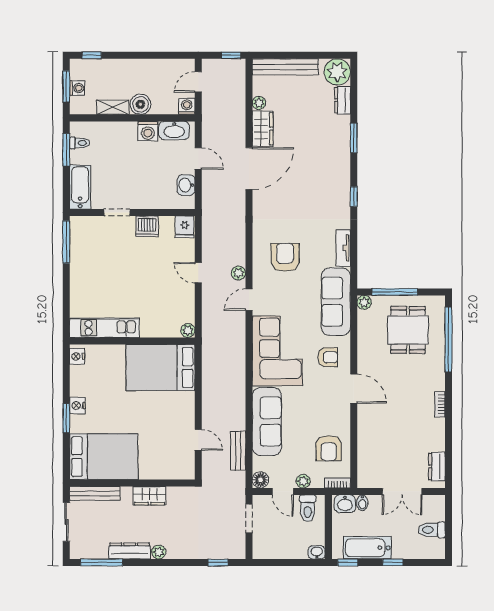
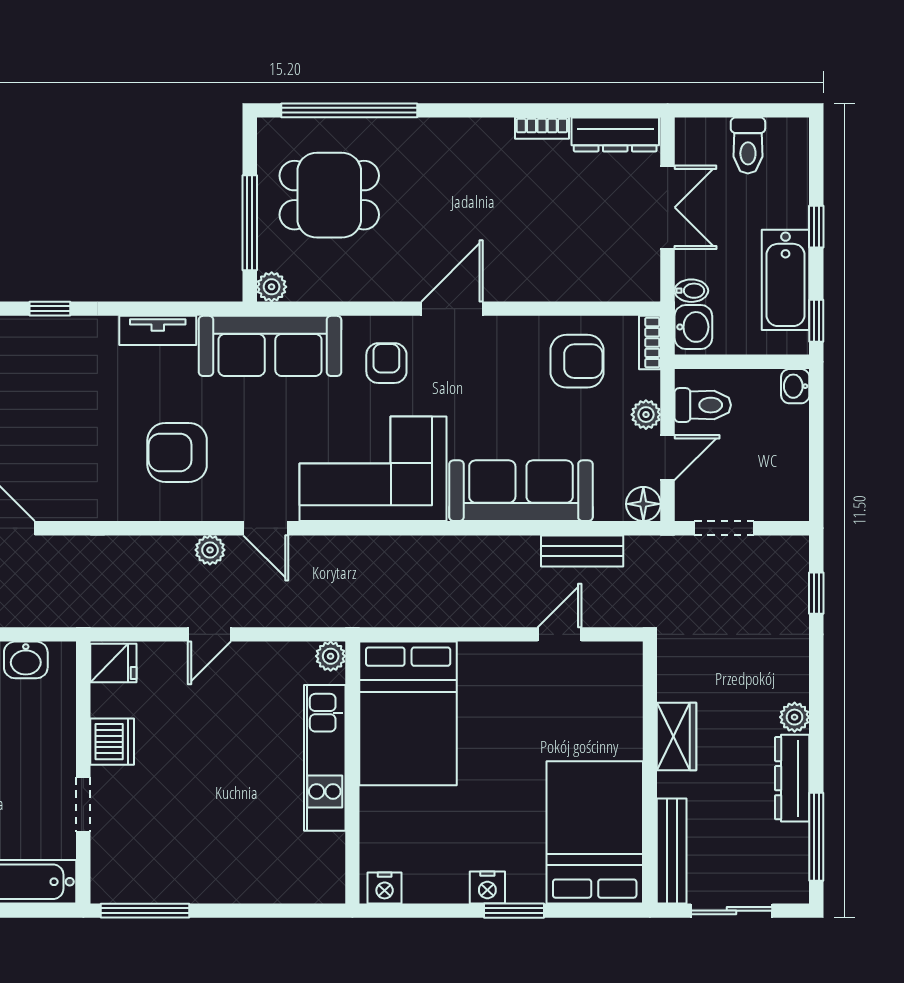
kitchen unit: (105, 328) -> (325, 758), moved
bookcase: (440, 404) -> (542, 128), moved
dresser: (437, 466) -> (615, 134), width x1.44

